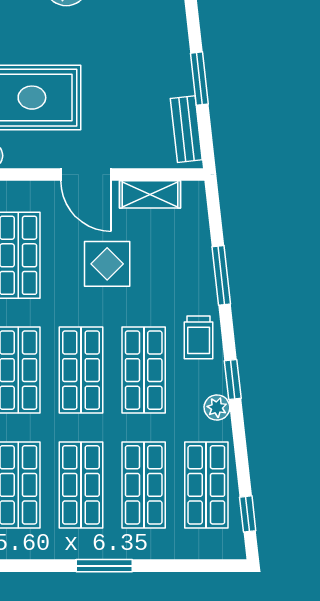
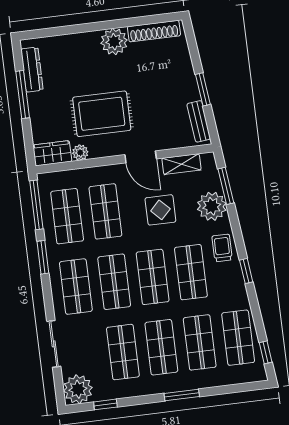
window: (221, 275) -> (226, 186), moved
trolley: (199, 337) -> (222, 248), turned 180
plant: (217, 408) -> (212, 206), moved, width x1.88, depth x1.88

